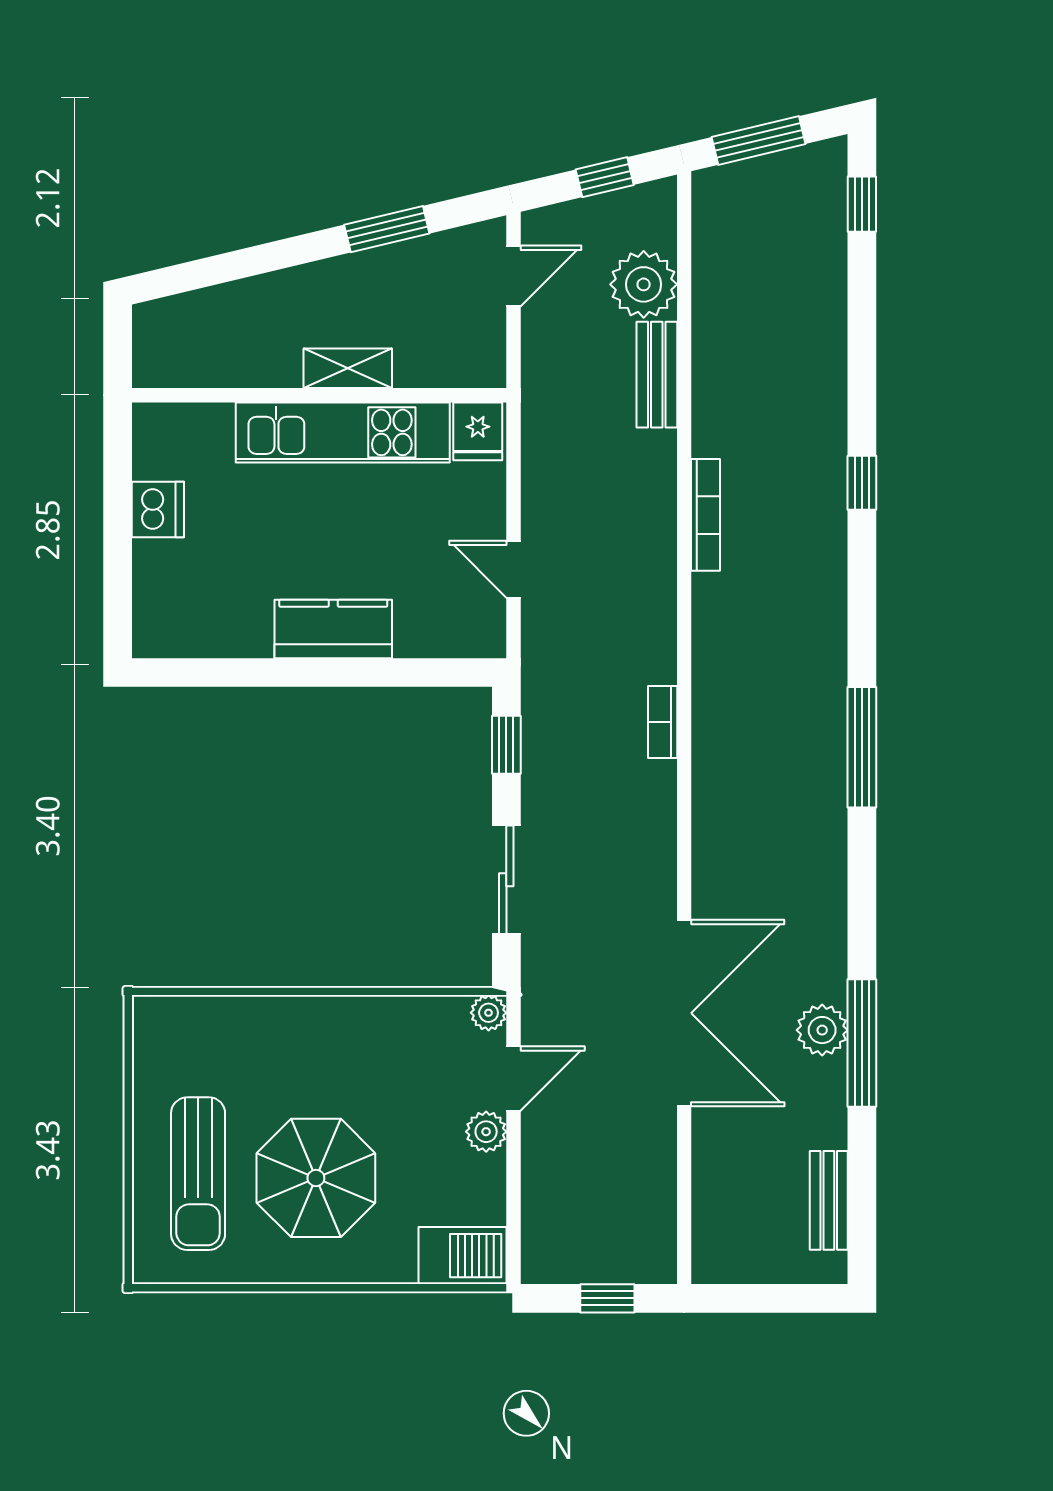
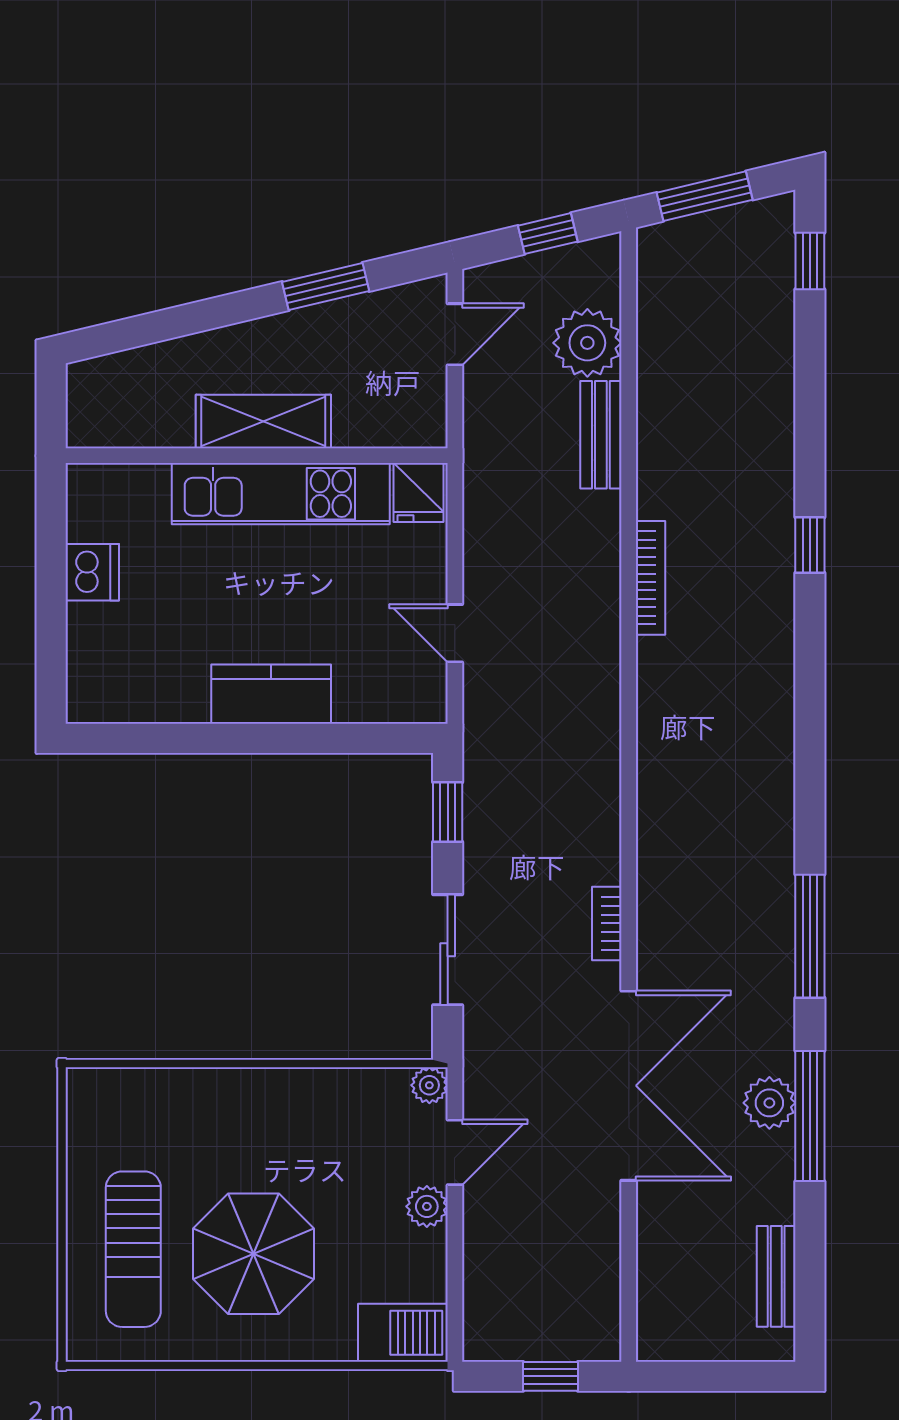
shelving: (348, 368) -> (263, 421), width x1.50, depth x1.33
bookcase: (663, 722) -> (607, 923), moved
window: (862, 747) -> (810, 936), moved

